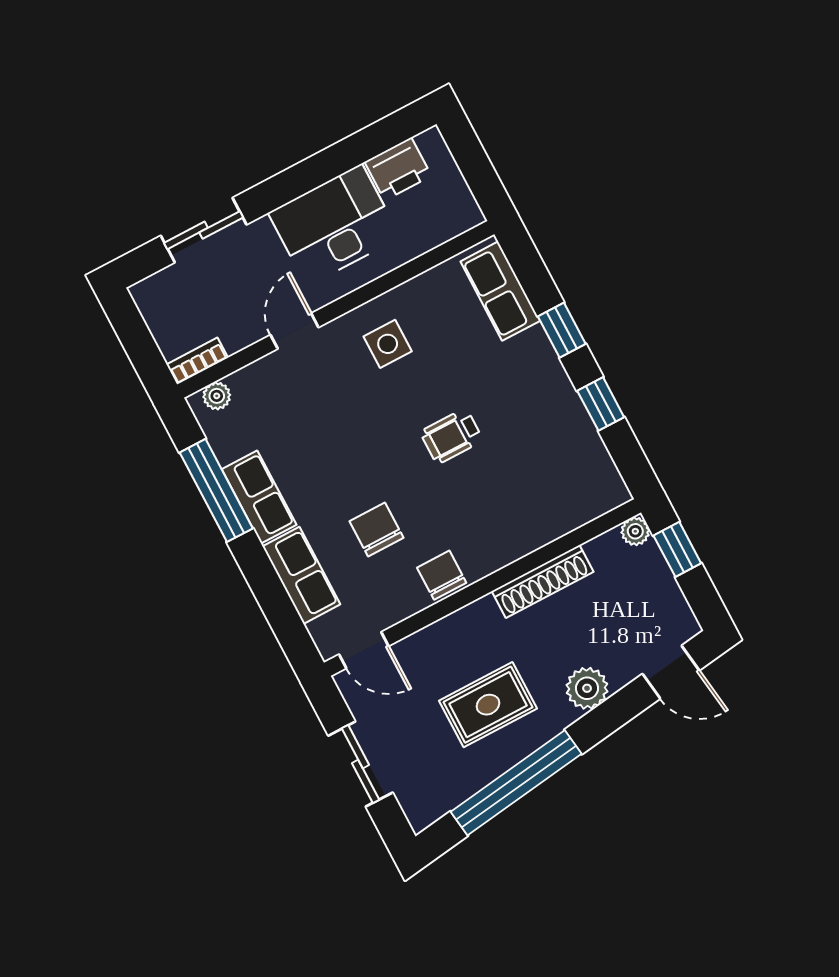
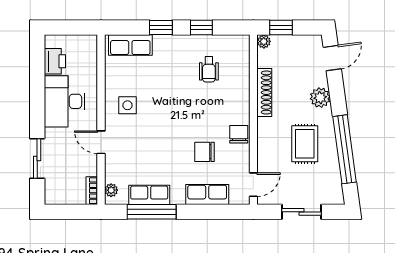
wheelchair: (451, 436) -> (209, 69), moved
row of seats: (259, 497) -> (149, 195), moved
chair: (442, 575) -> (239, 134), turned 90

